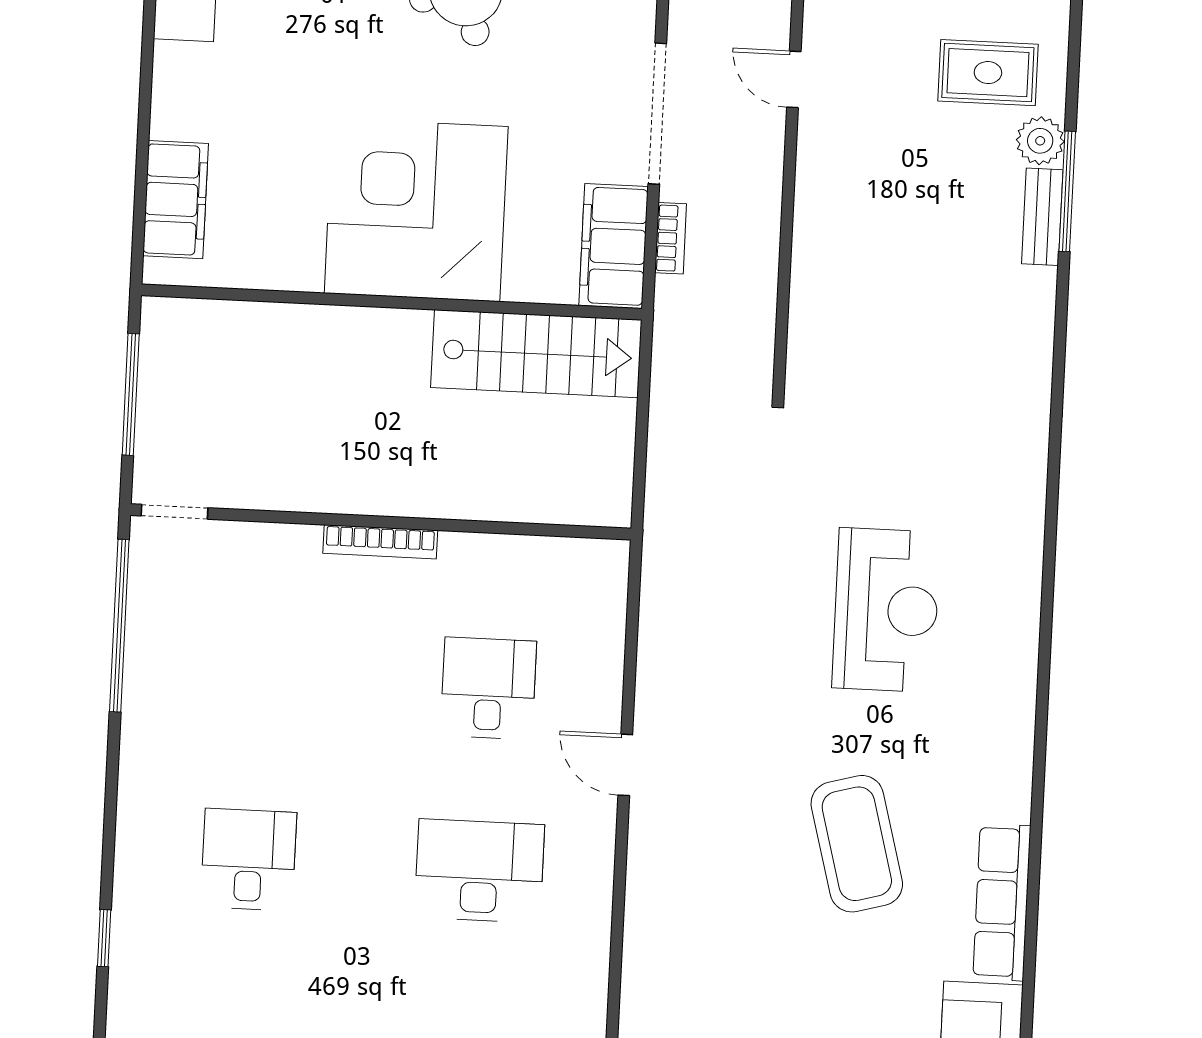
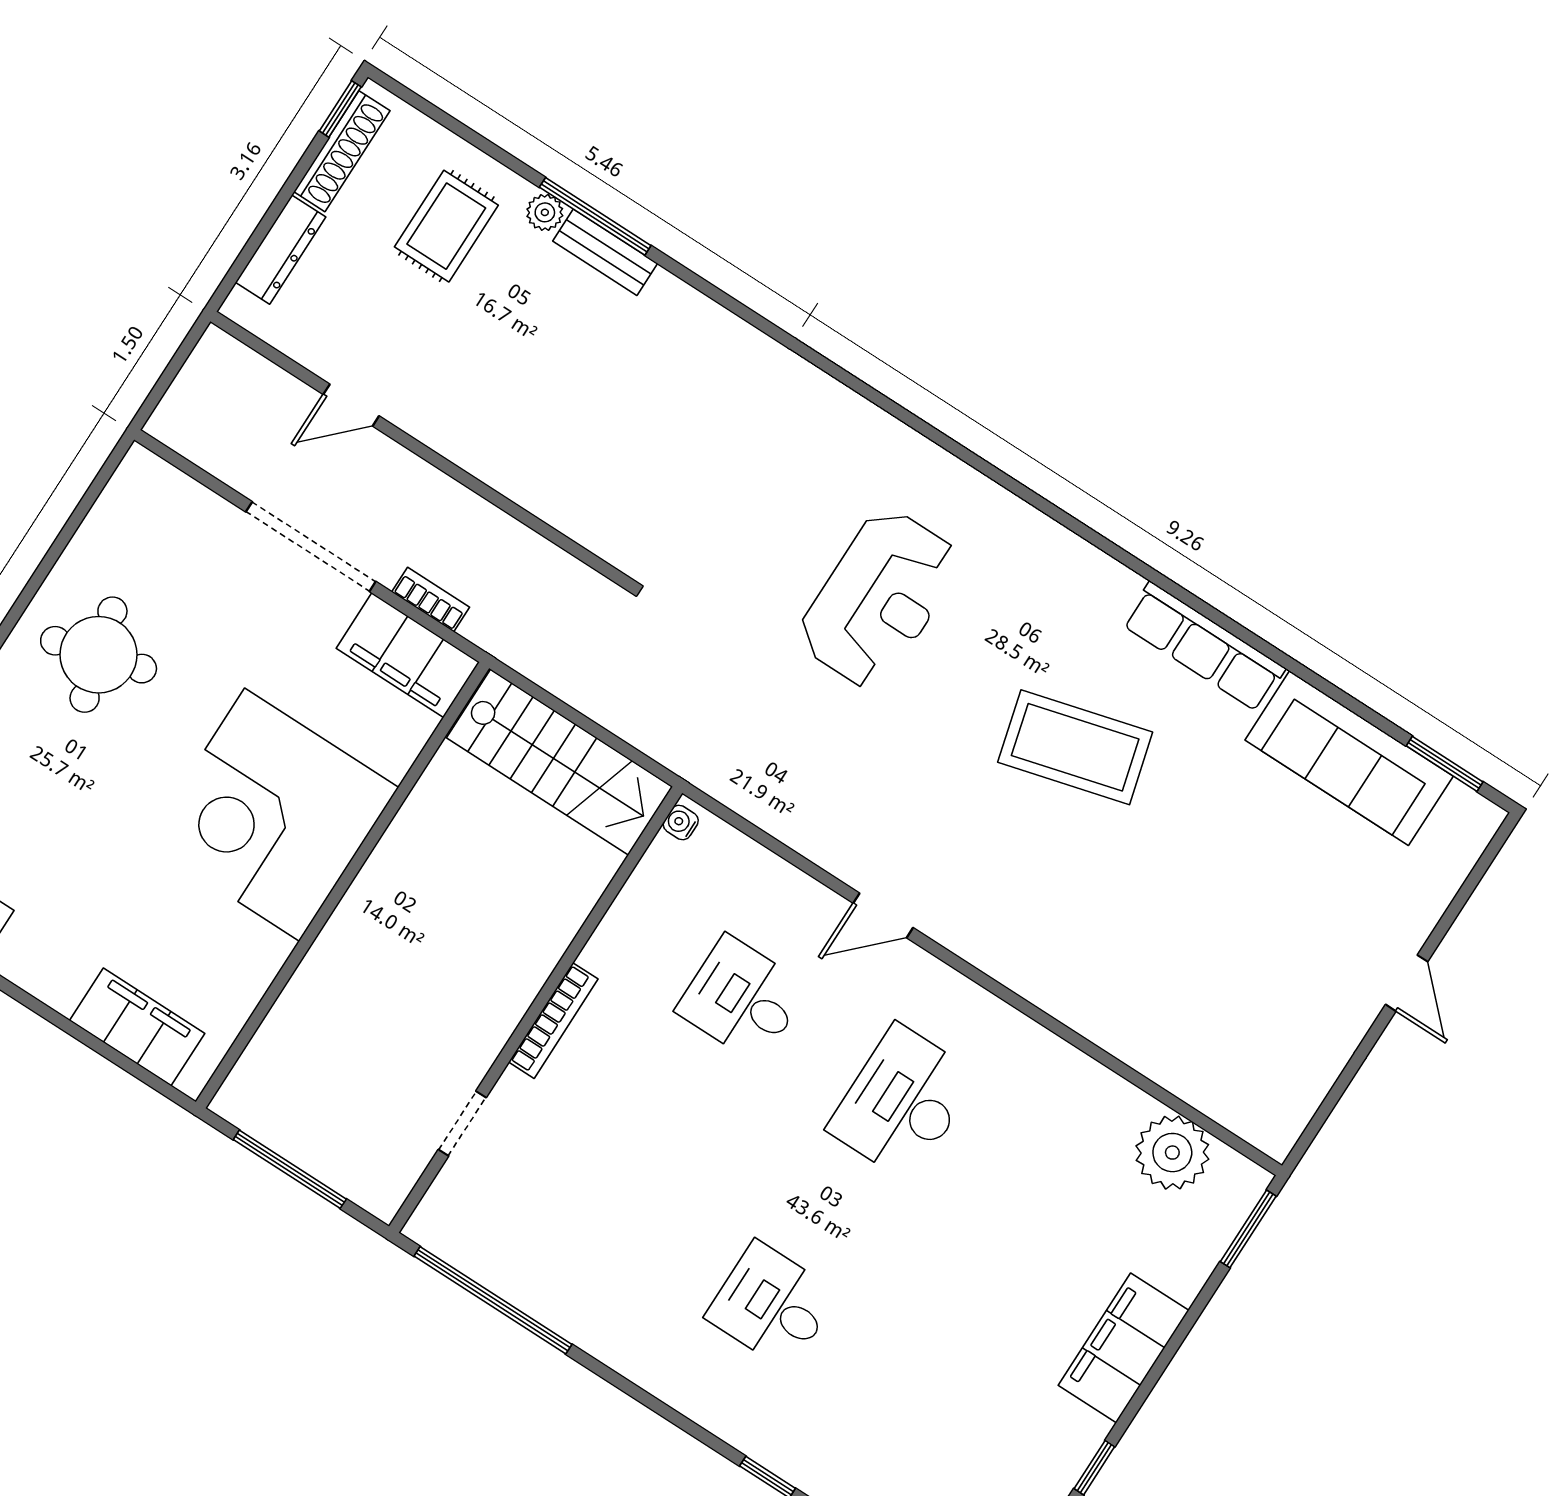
plant: (1040, 141) -> (545, 212), width x0.73, depth x0.73
stairs: (536, 354) -> (560, 762), moved, turned 90
doorway: (175, 512) -> (462, 1123), moved
water cooler: (605, 553) -> (681, 823), added
reception desk: (886, 610) -> (879, 599), turned 90

